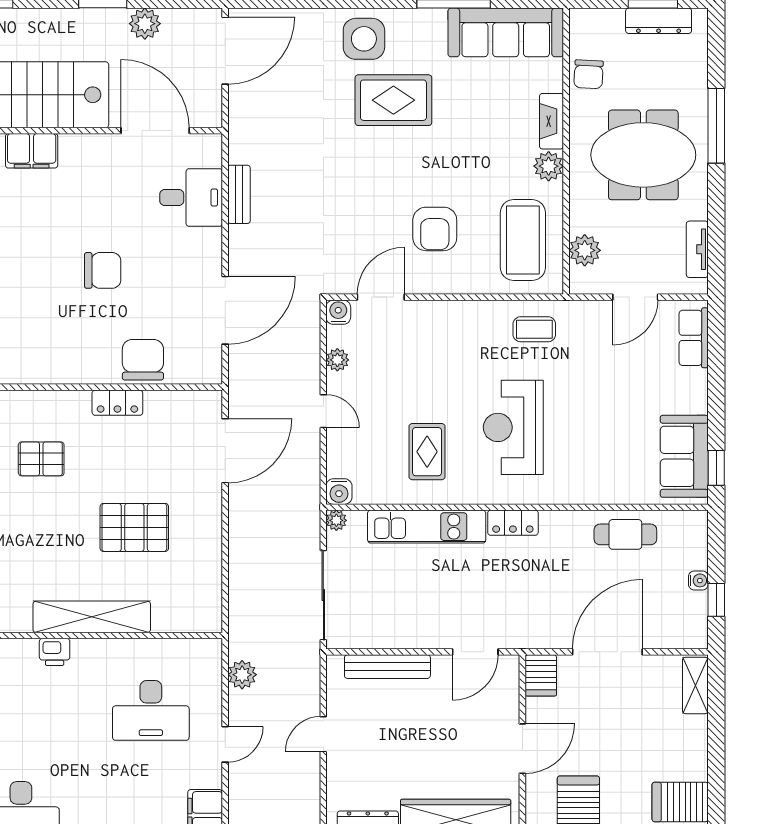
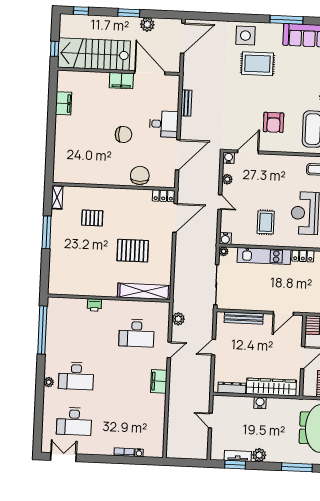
filing cabinet: (32, 151) -> (121, 81), moved
desk: (191, 198) -> (164, 124), moved
locker: (117, 403) -> (163, 196), moved
shelving: (92, 617) -> (144, 291), moved

